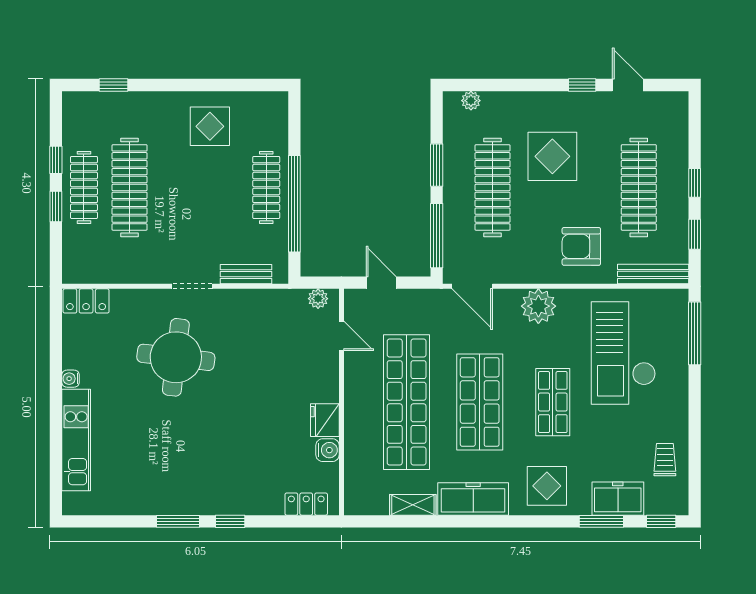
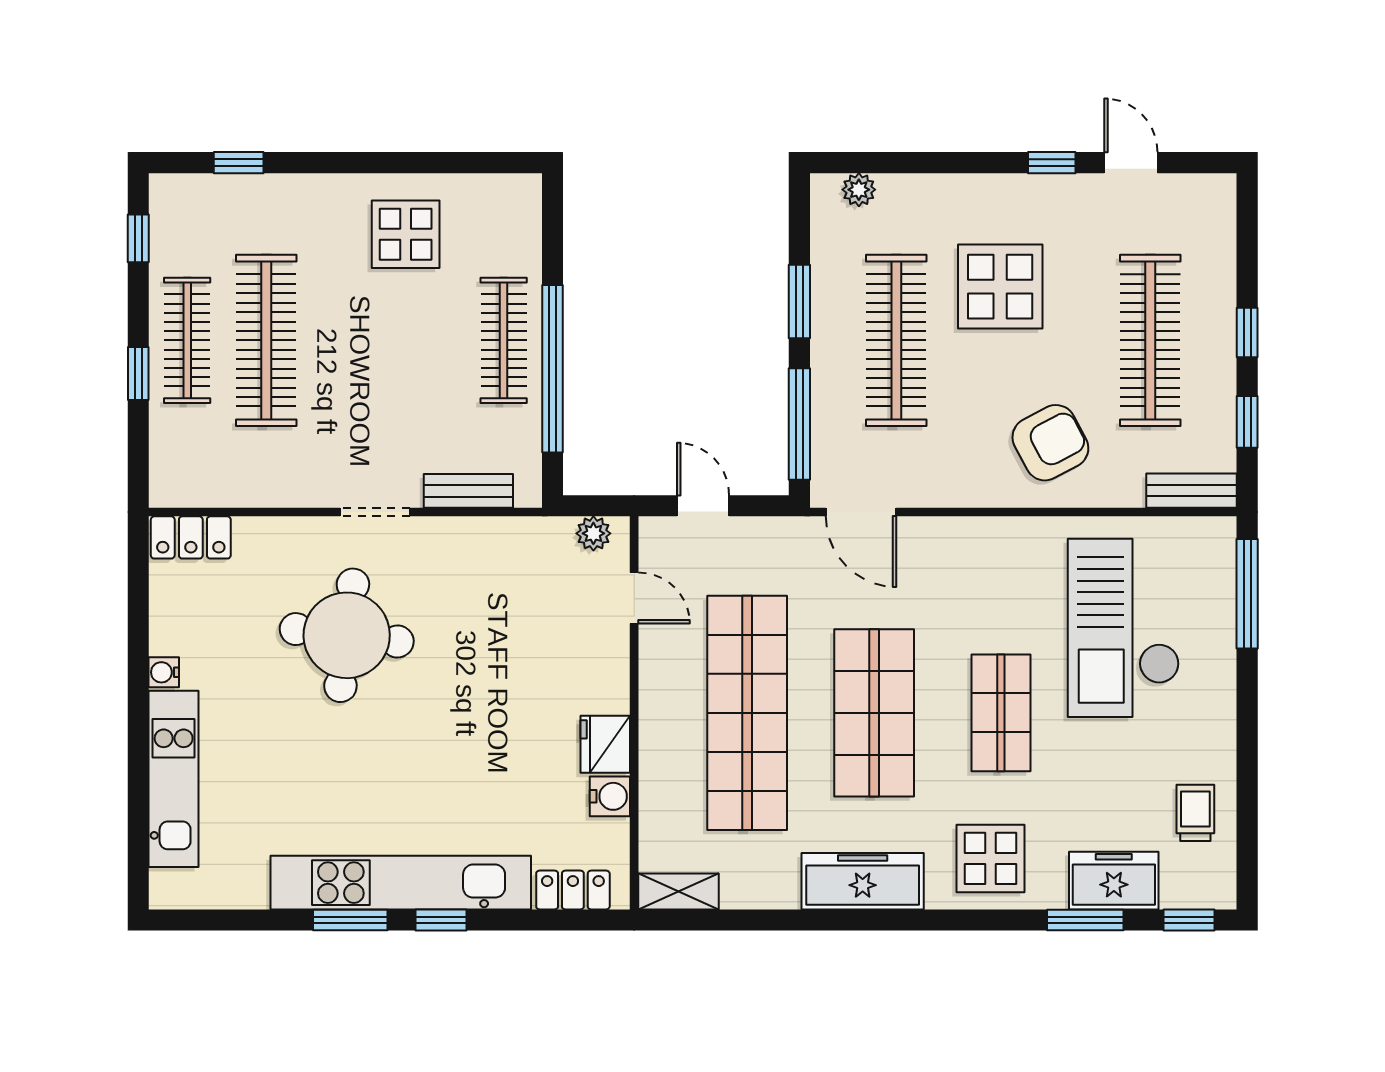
window: (56, 160) -> (138, 238), moved
armchair: (581, 246) -> (1050, 443), turned 152
bench: (653, 274) -> (1192, 491), width x0.73
plant: (538, 306) -> (976, 546), removed
kitchen unit: (207, 500) -> (401, 883), added
shelving: (413, 505) -> (679, 891), moved

